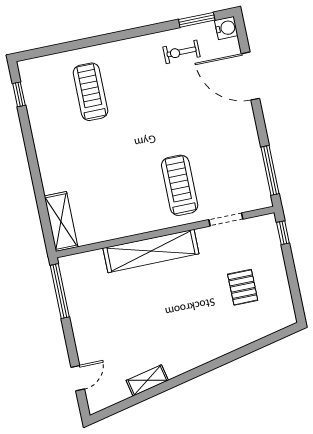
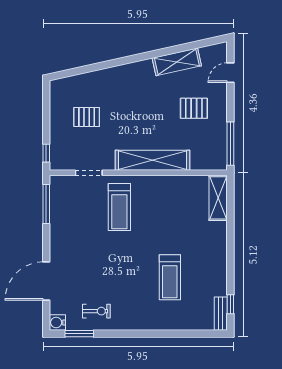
door: (250, 76) -> (46, 281), swing flipped
bench: (28, 80) -> (221, 314), added
treadmill: (90, 92) -> (170, 277), moved
pallet: (243, 287) -> (87, 117), turned 90
pallet: (113, 325) -> (194, 108), added
shelving: (147, 380) -> (177, 62), width x1.50, depth x1.33

